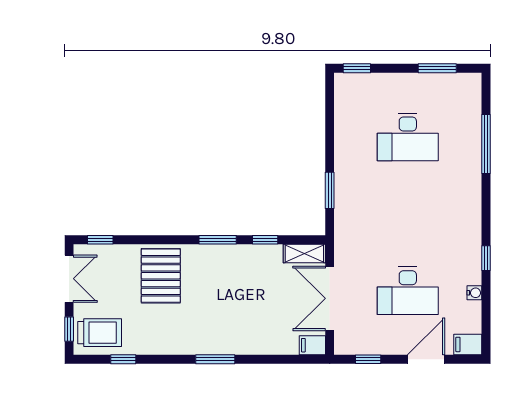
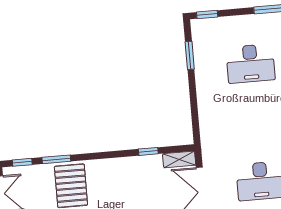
window: (330, 190) -> (190, 55), moved
window: (218, 240) -> (56, 159), moved

